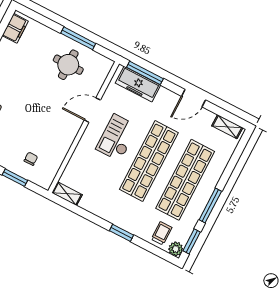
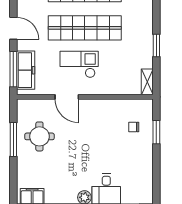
door: (194, 98) -> (13, 28), moved
checkout: (117, 138) -> (79, 64), turned 180
window: (122, 233) -> (156, 45), moved

